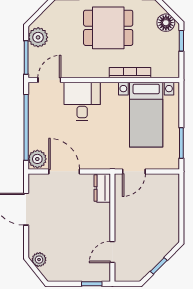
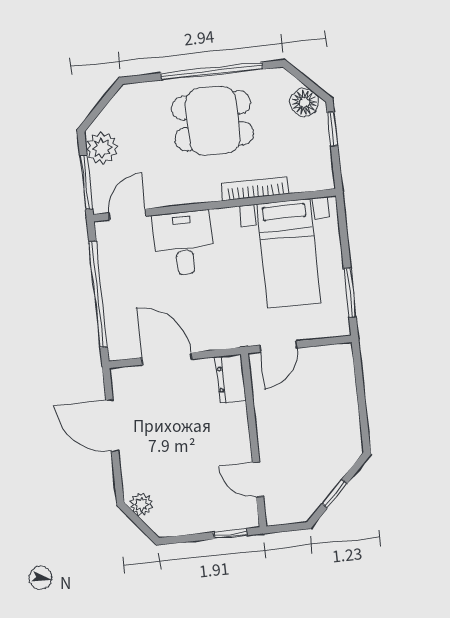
plant: (37, 159) -> (122, 343), removed
door: (112, 252) -> (258, 479), hinge flipped

